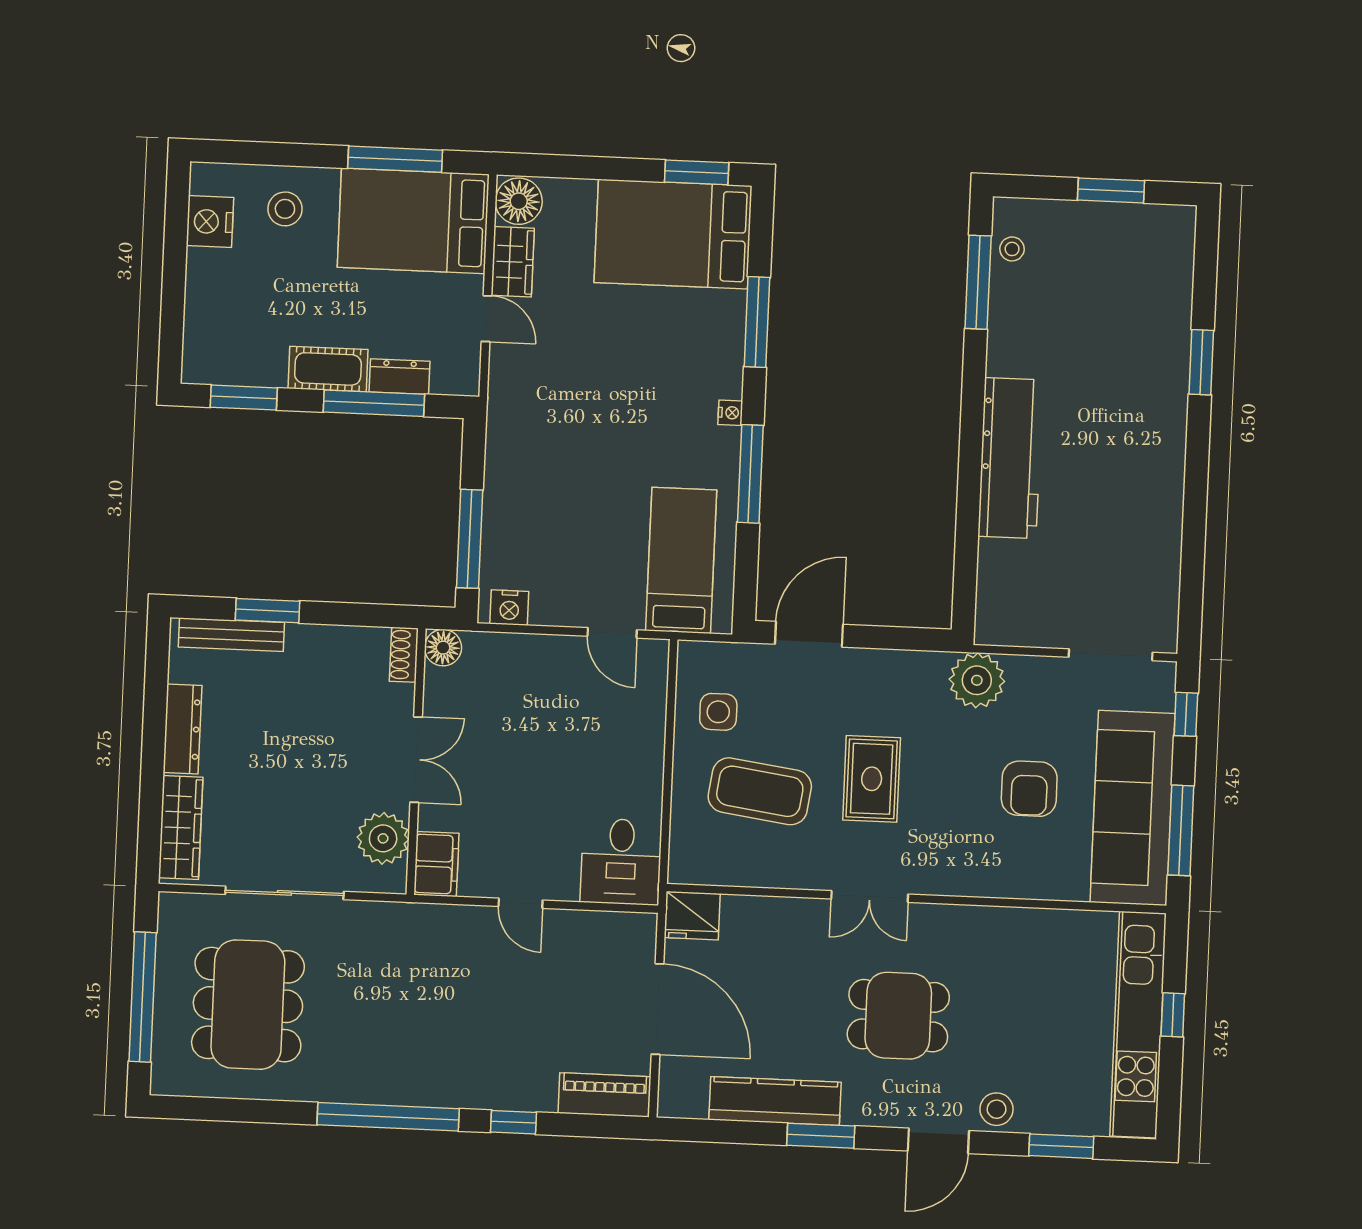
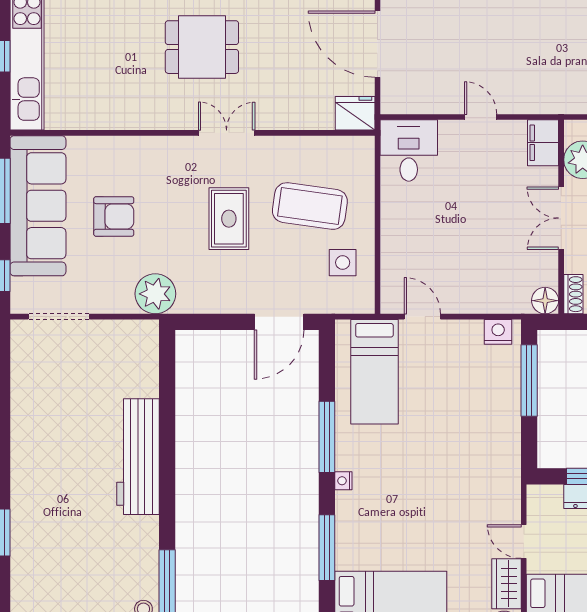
armchair: (1029, 789) -> (114, 216), turned 90

